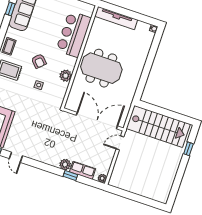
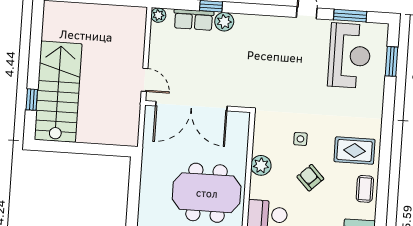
stairs: (158, 126) -> (58, 92), moved, turned 90
door: (120, 143) -> (145, 80), hinge flipped

